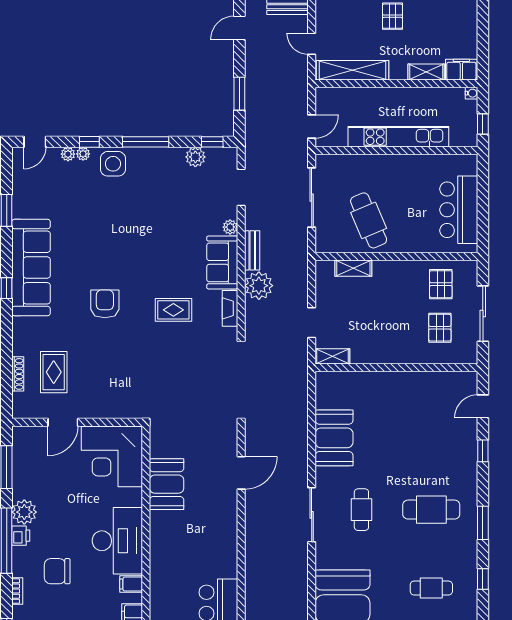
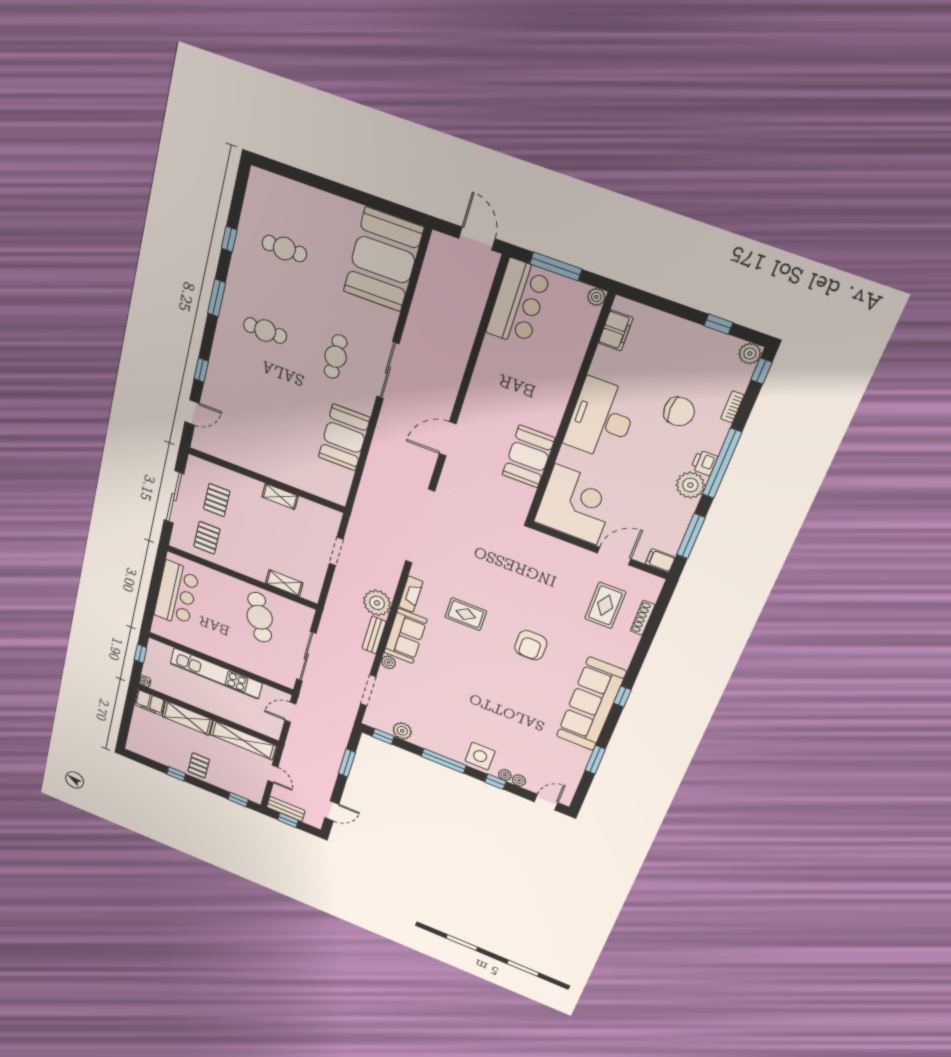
shelving: (426, 72) -> (187, 718), width x1.50, depth x1.33
shelving: (333, 356) -> (280, 496), moved
cafe table: (431, 510) -> (265, 331), width x0.73, depth x0.74
filing cabinet: (131, 584) -> (660, 561), moved, turned 180

